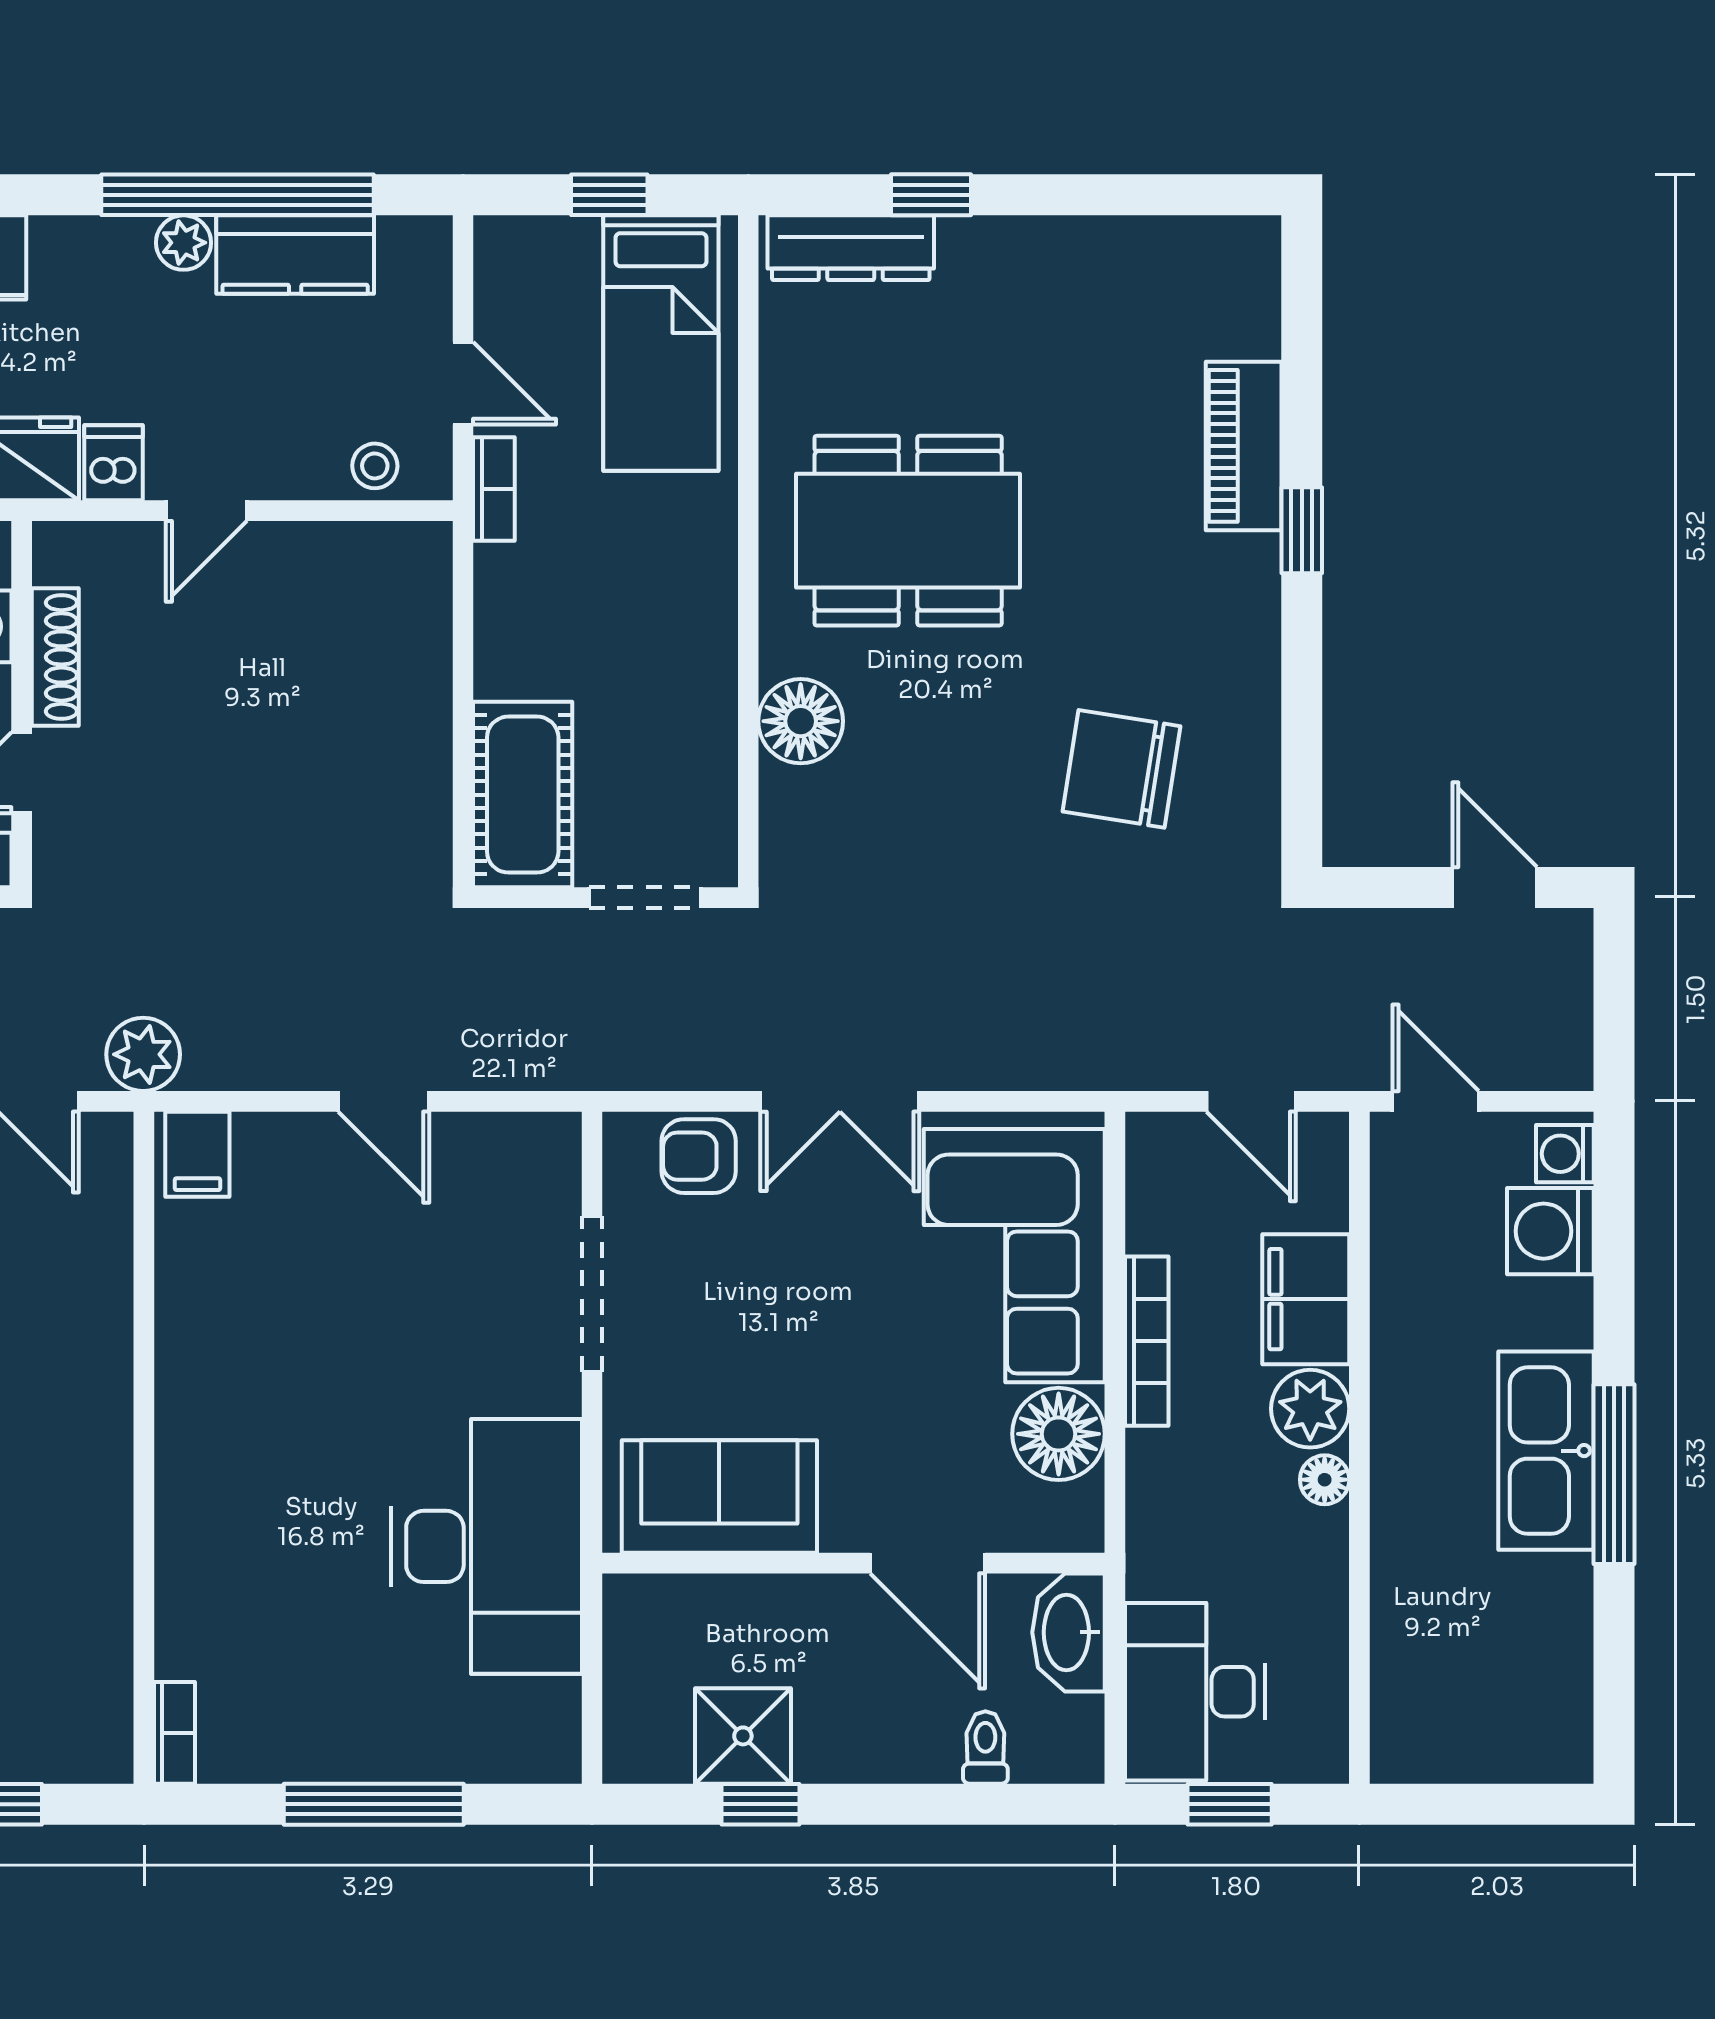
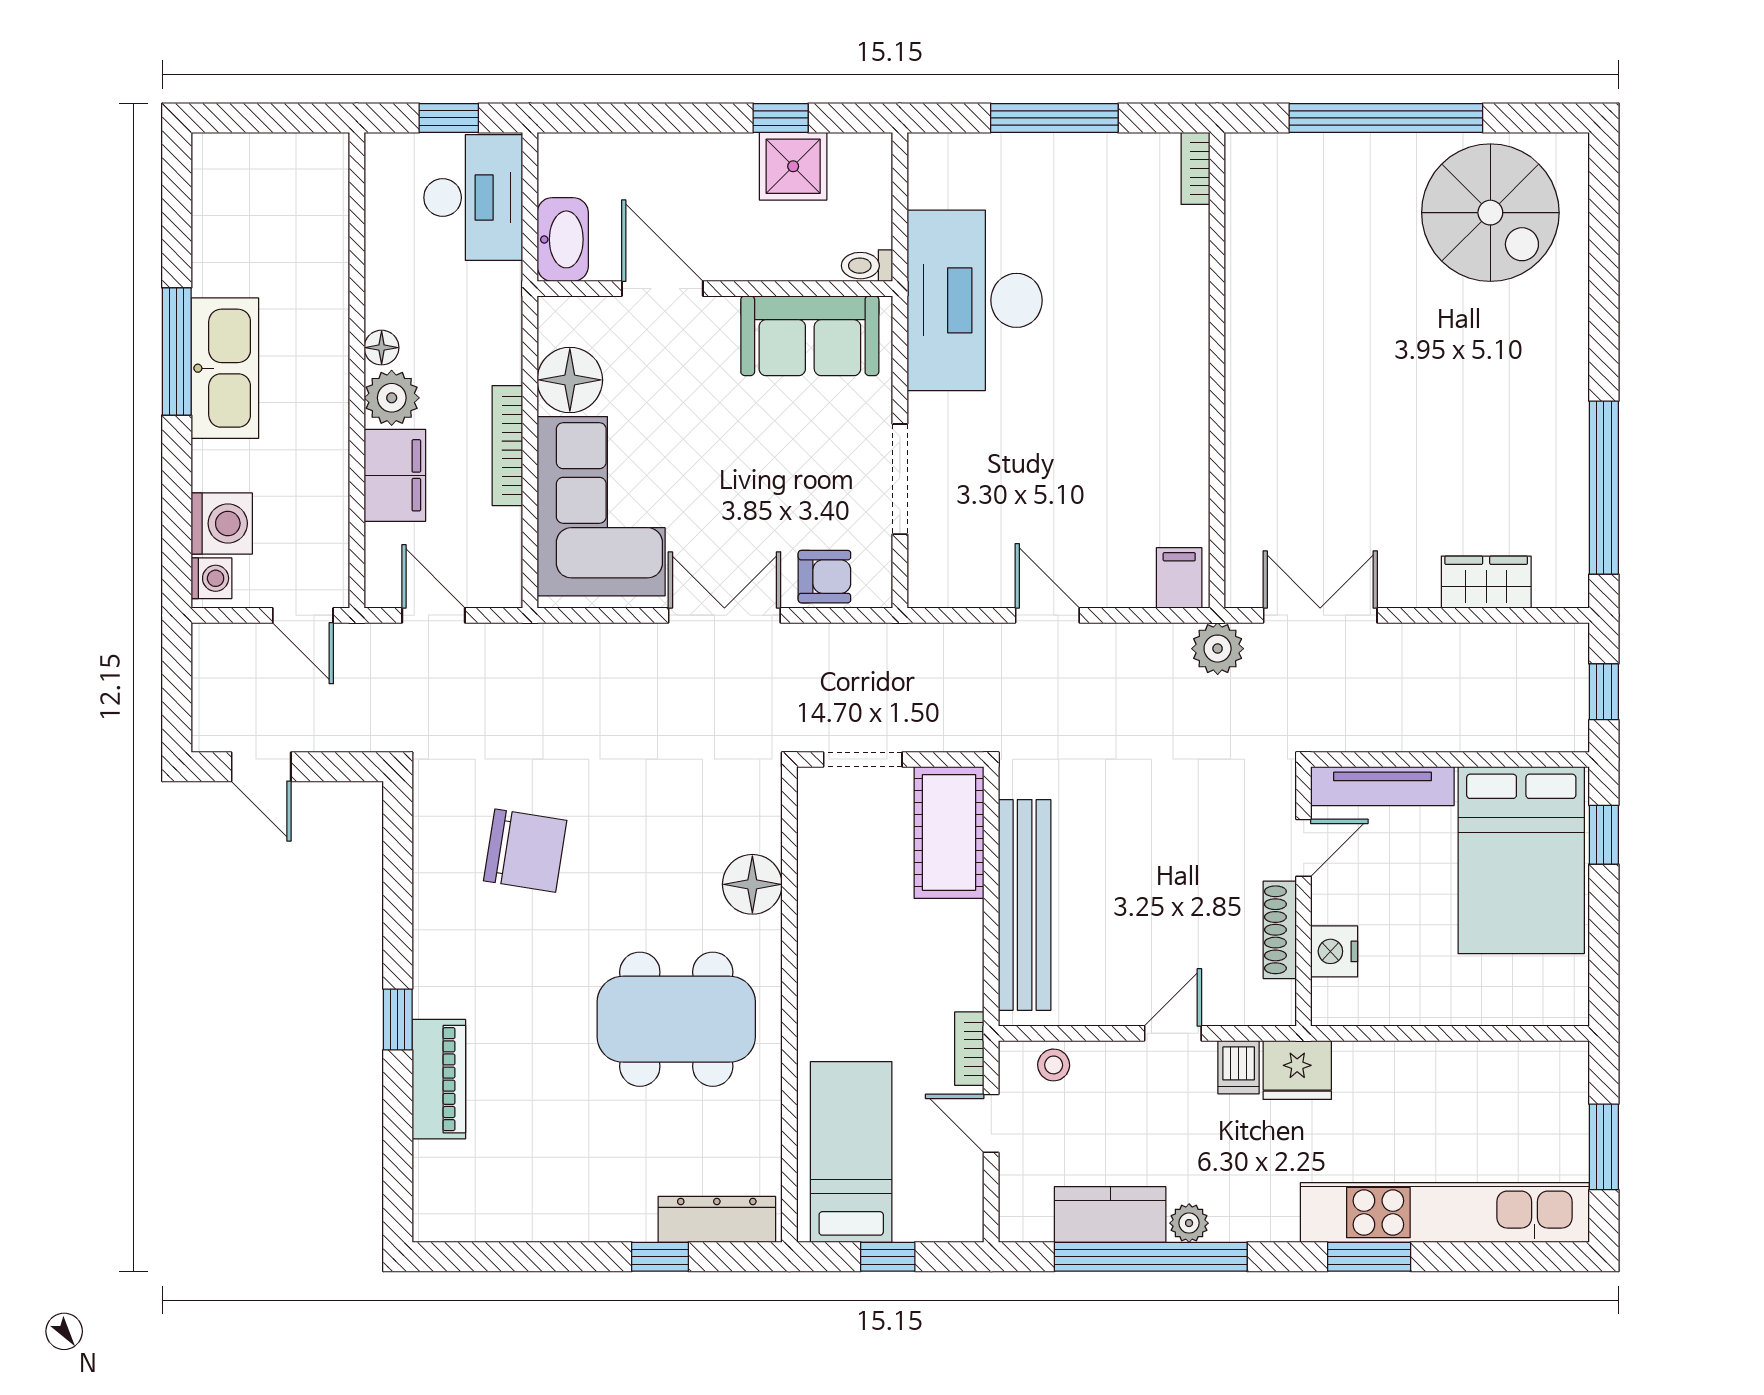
bench: (416, 692) -> (1025, 905), added
toilet: (985, 1747) -> (867, 266), moved, turned 90

